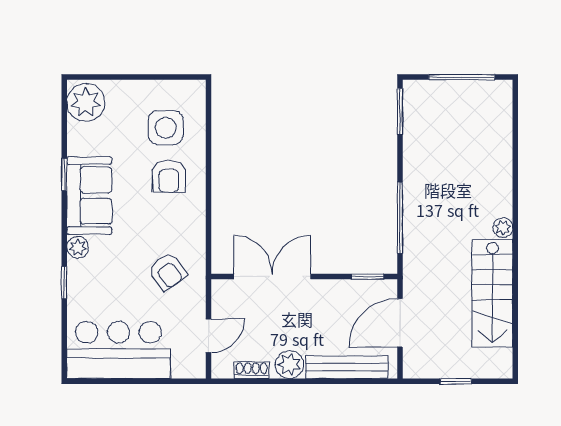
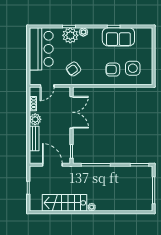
plant: (86, 102) -> (70, 35), moved
sofa: (89, 196) -> (118, 37), moved
door: (208, 336) -> (47, 86), hinge flipped
bench: (347, 367) -> (34, 138), width x0.73

